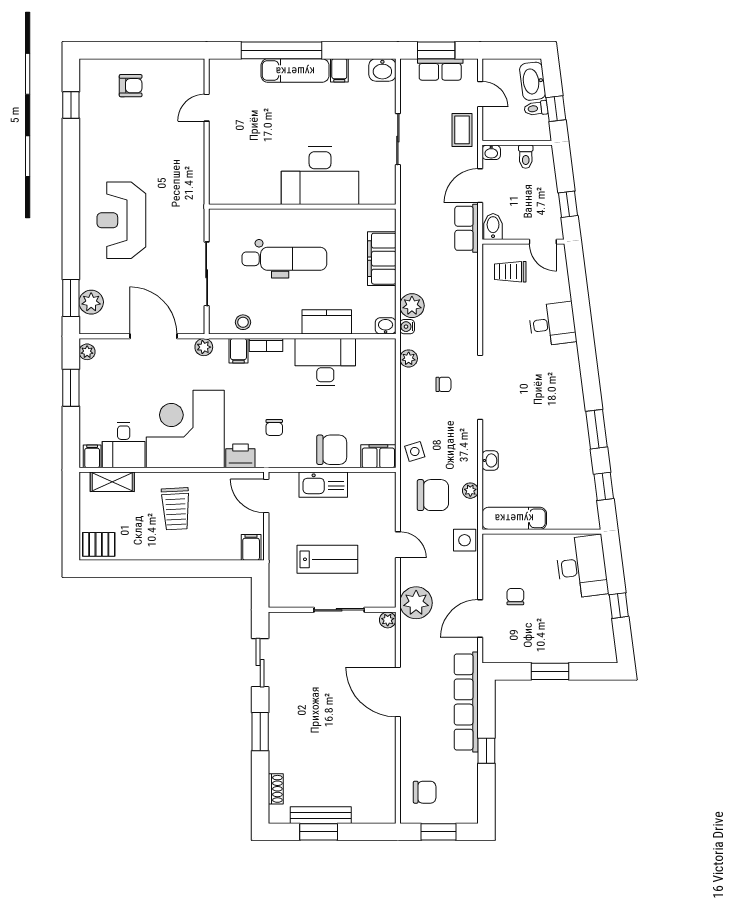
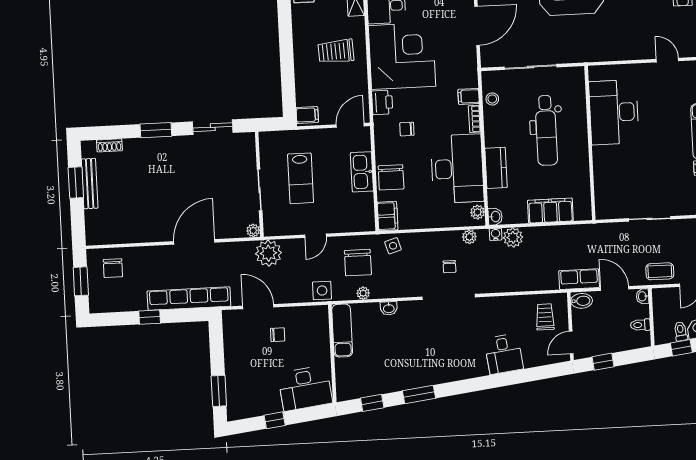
desk: (320, 176) -> (614, 112), moved
plant: (204, 347) -> (478, 212), moved
desk: (325, 362) -> (457, 169), width x1.36, depth x1.30
window: (550, 671) -> (219, 391), moved

